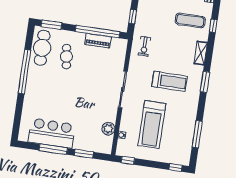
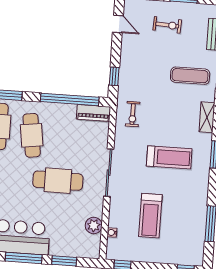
piano: (98, 41) -> (93, 113), moved
cafe table: (66, 57) -> (32, 135), width x1.37, depth x1.35
cafe table: (84, 92) -> (58, 181), added
treadmill: (152, 124) -> (150, 216), width x0.73, depth x0.73

